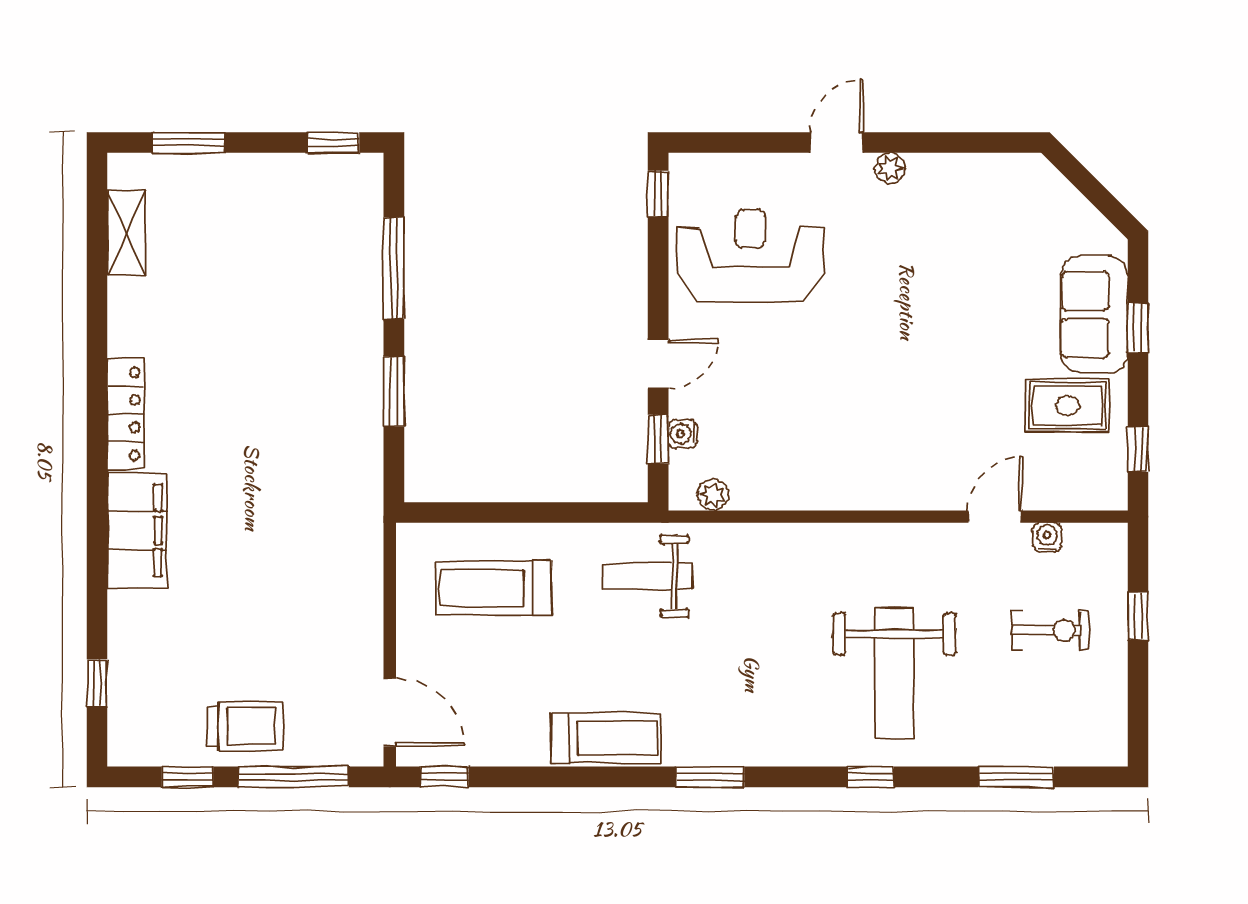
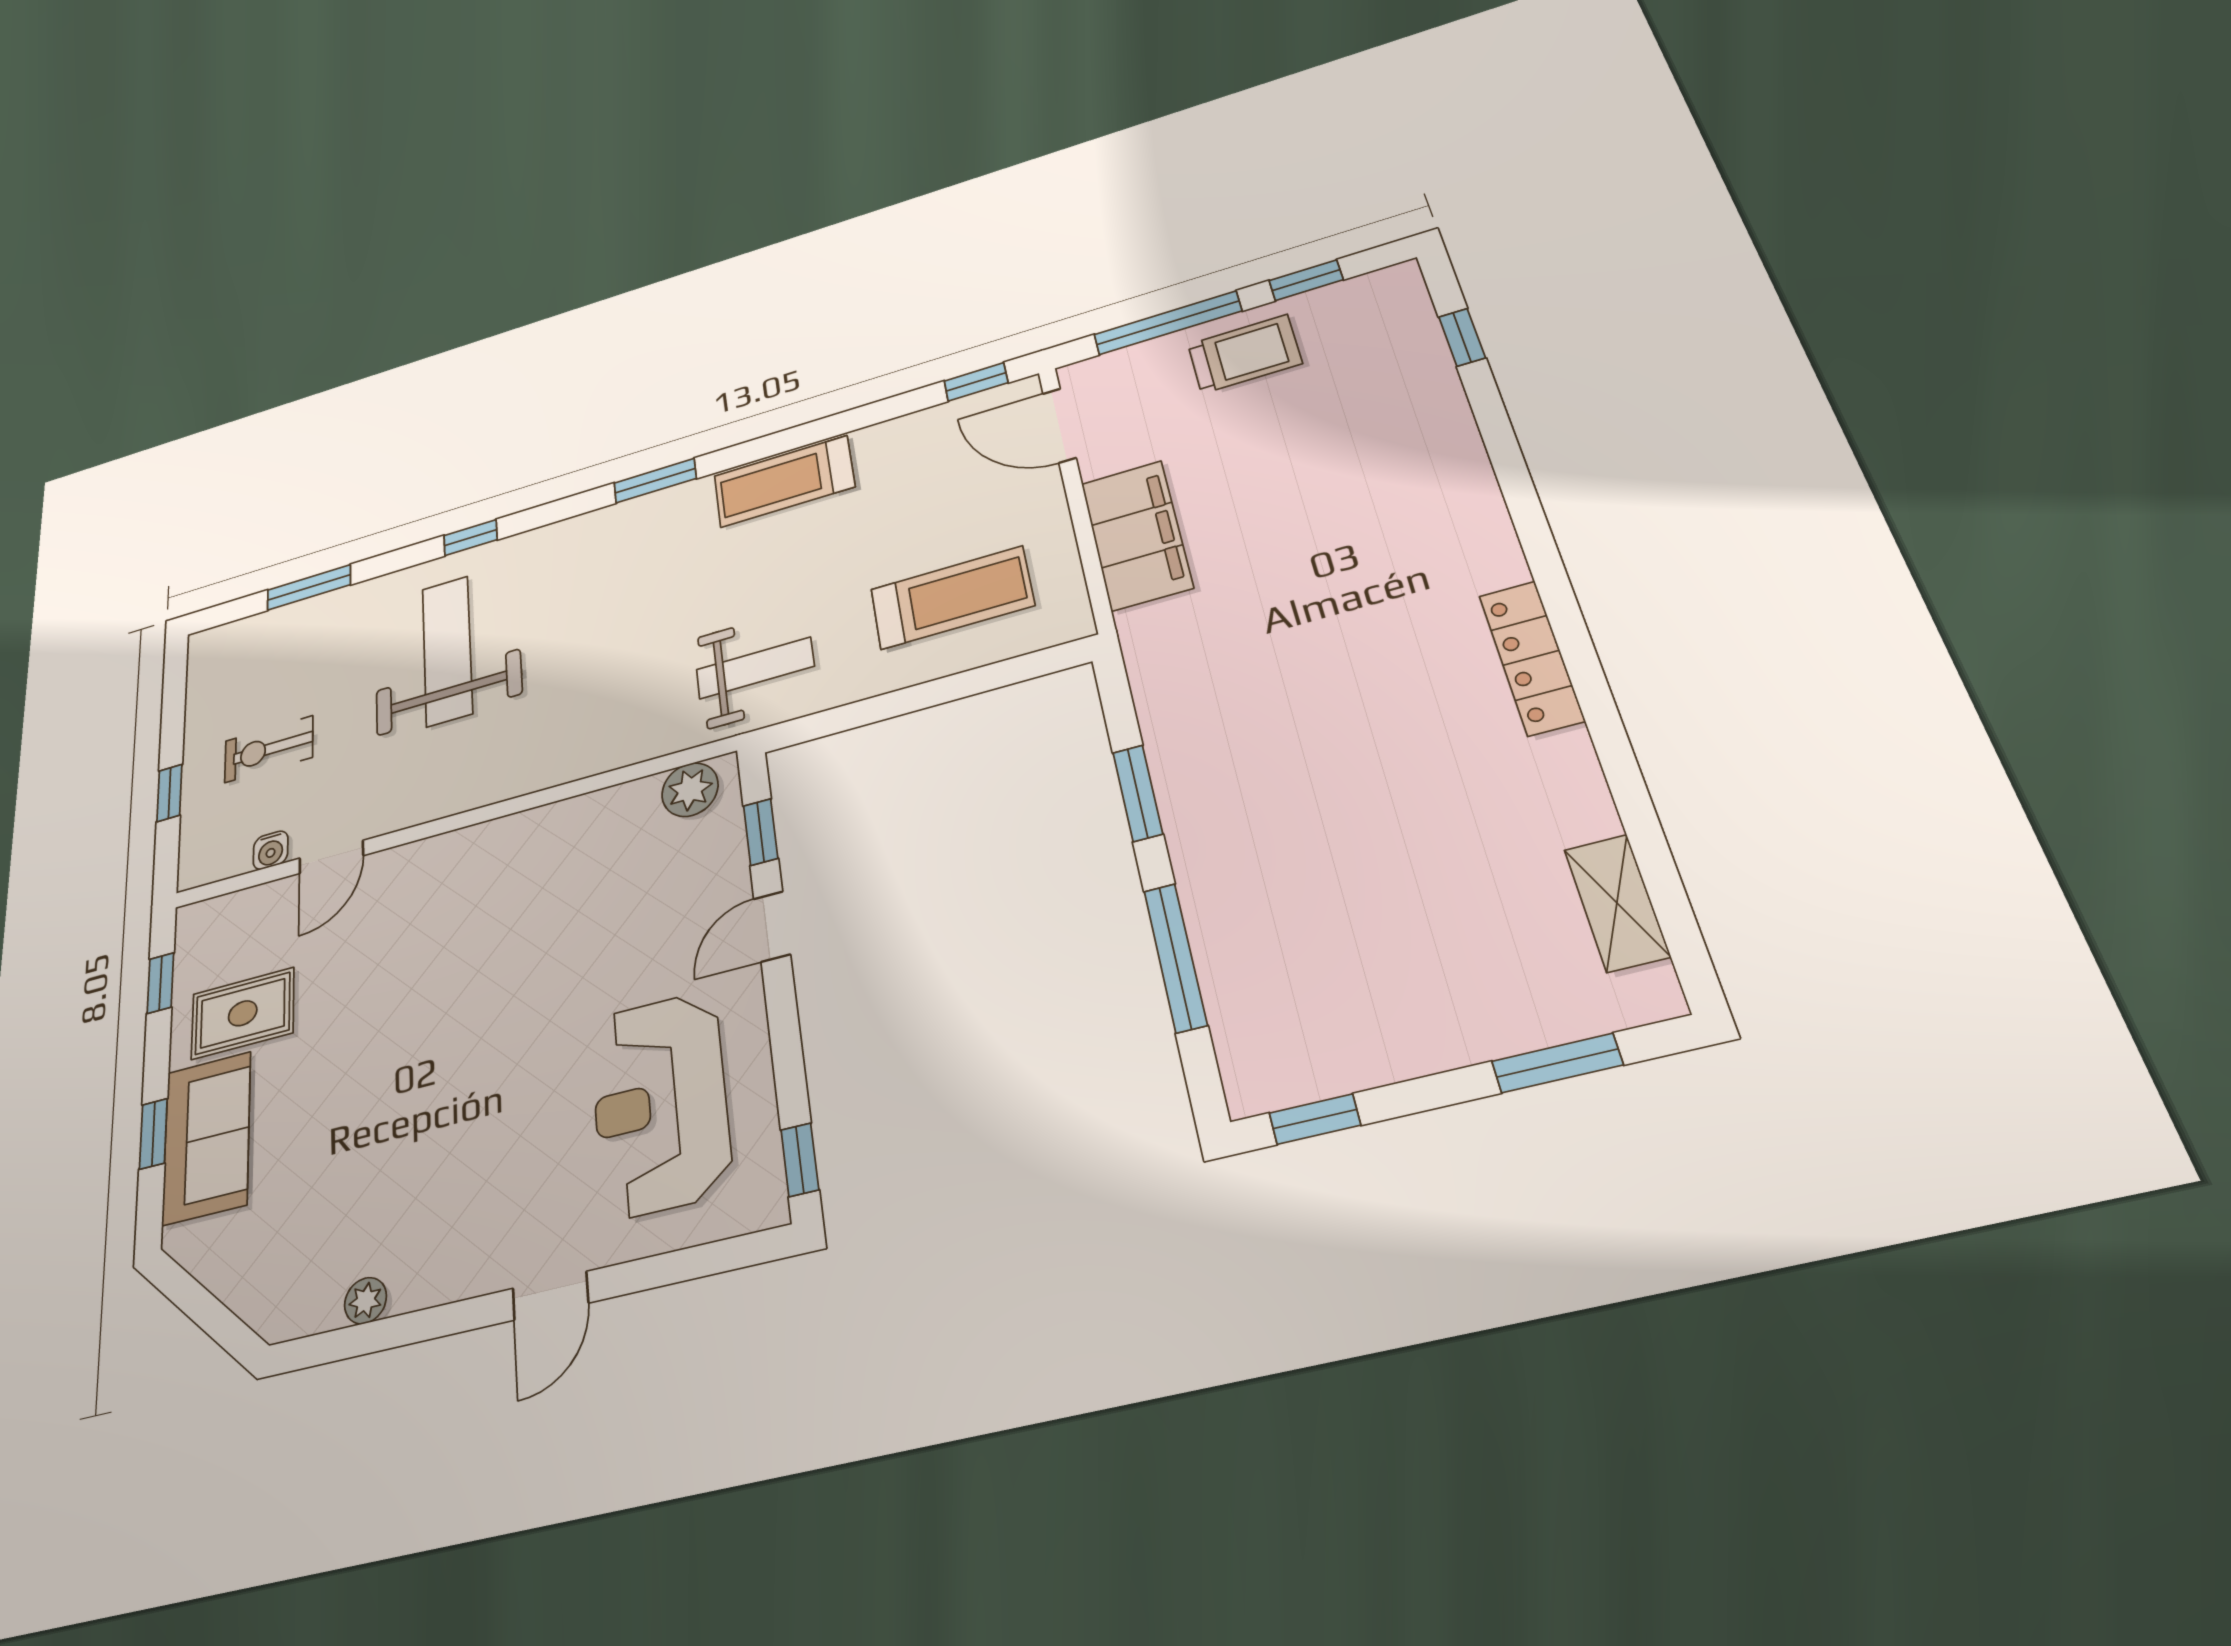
plant: (890, 168) -> (366, 1301), moved
reception desk: (750, 256) -> (660, 1104), turned 90
water cooler: (683, 434) -> (729, 848), removed
plant: (713, 495) -> (690, 790), width x1.38, depth x1.38
filing cabinet: (137, 530) -> (1137, 535), moved, turned 180
trolley: (246, 726) -> (1245, 354), turned 180

